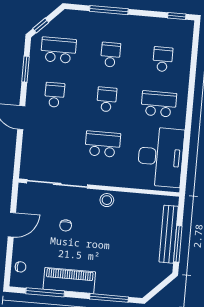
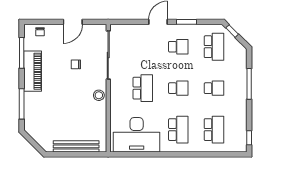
school desk: (163, 59) -> (214, 130), width x1.85
window: (25, 69) -> (187, 22), moved
door: (12, 225) -> (73, 22), hinge flipped
window: (178, 244) -> (69, 154), removed

